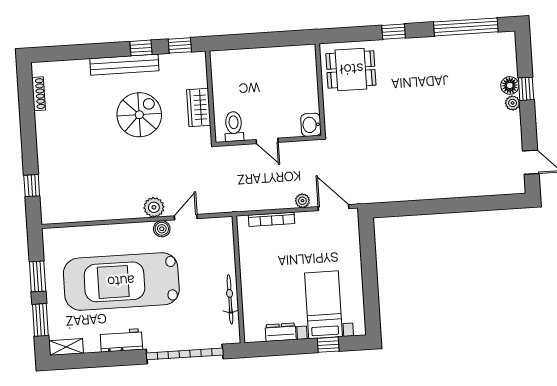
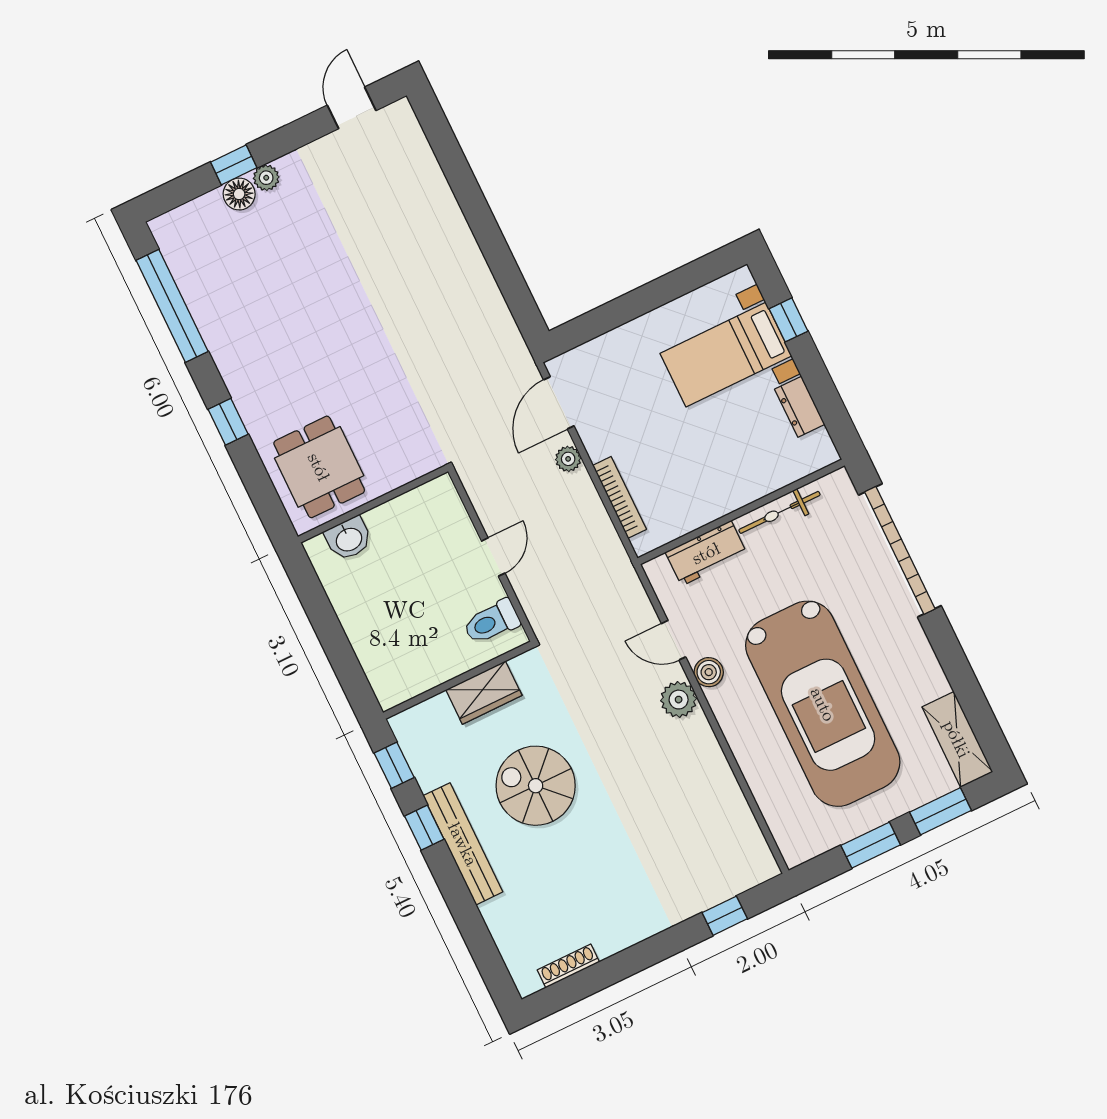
washbasin: (311, 125) -> (349, 539), moved
workbench: (121, 340) -> (706, 553), moved, turned -90
shelving: (66, 347) -> (957, 739), width x1.50, depth x1.33

